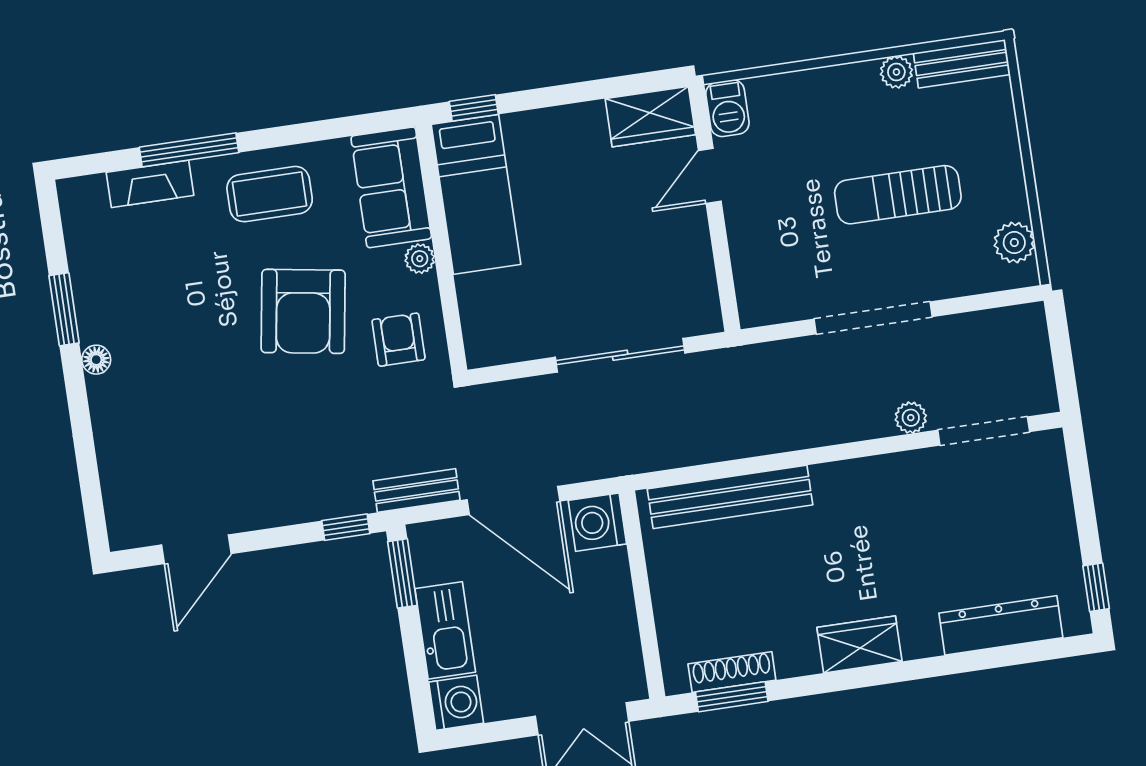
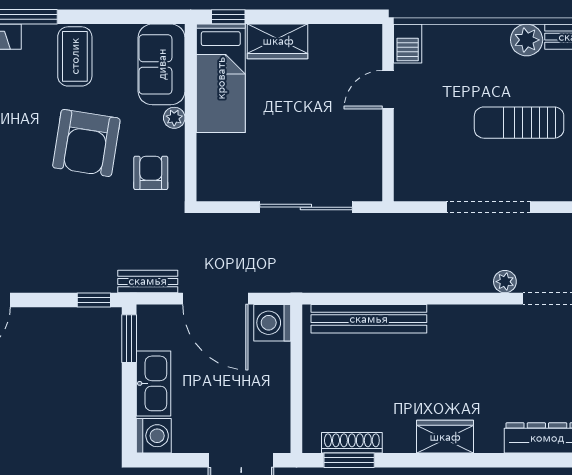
plant: (896, 72) -> (527, 40), width x1.38, depth x1.38
wardrobe: (650, 117) -> (278, 41), moved
coffee table: (270, 194) -> (75, 56), turned 90

